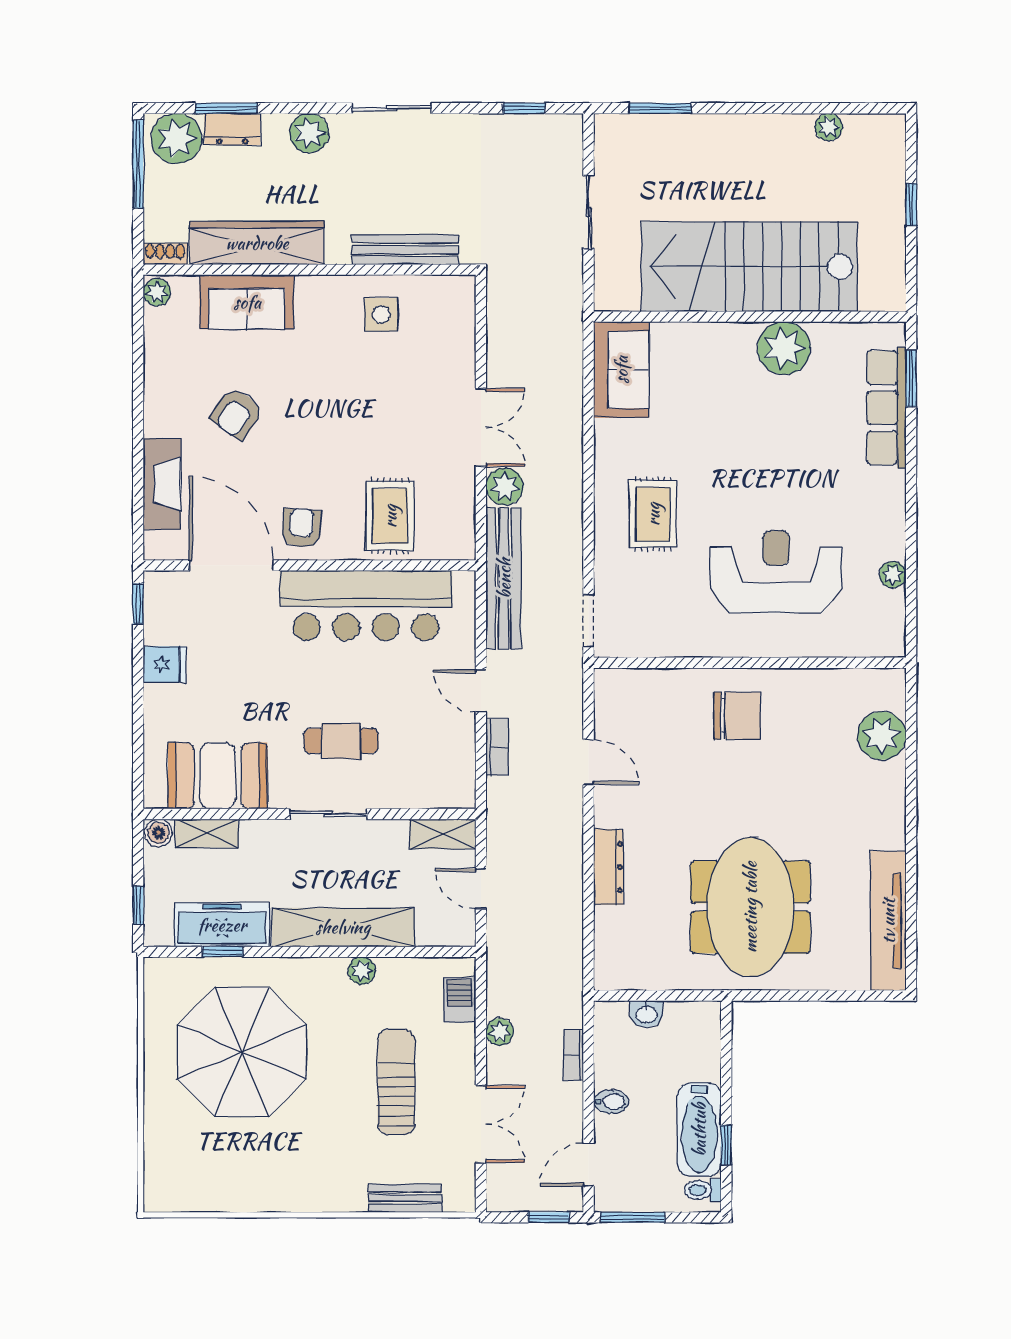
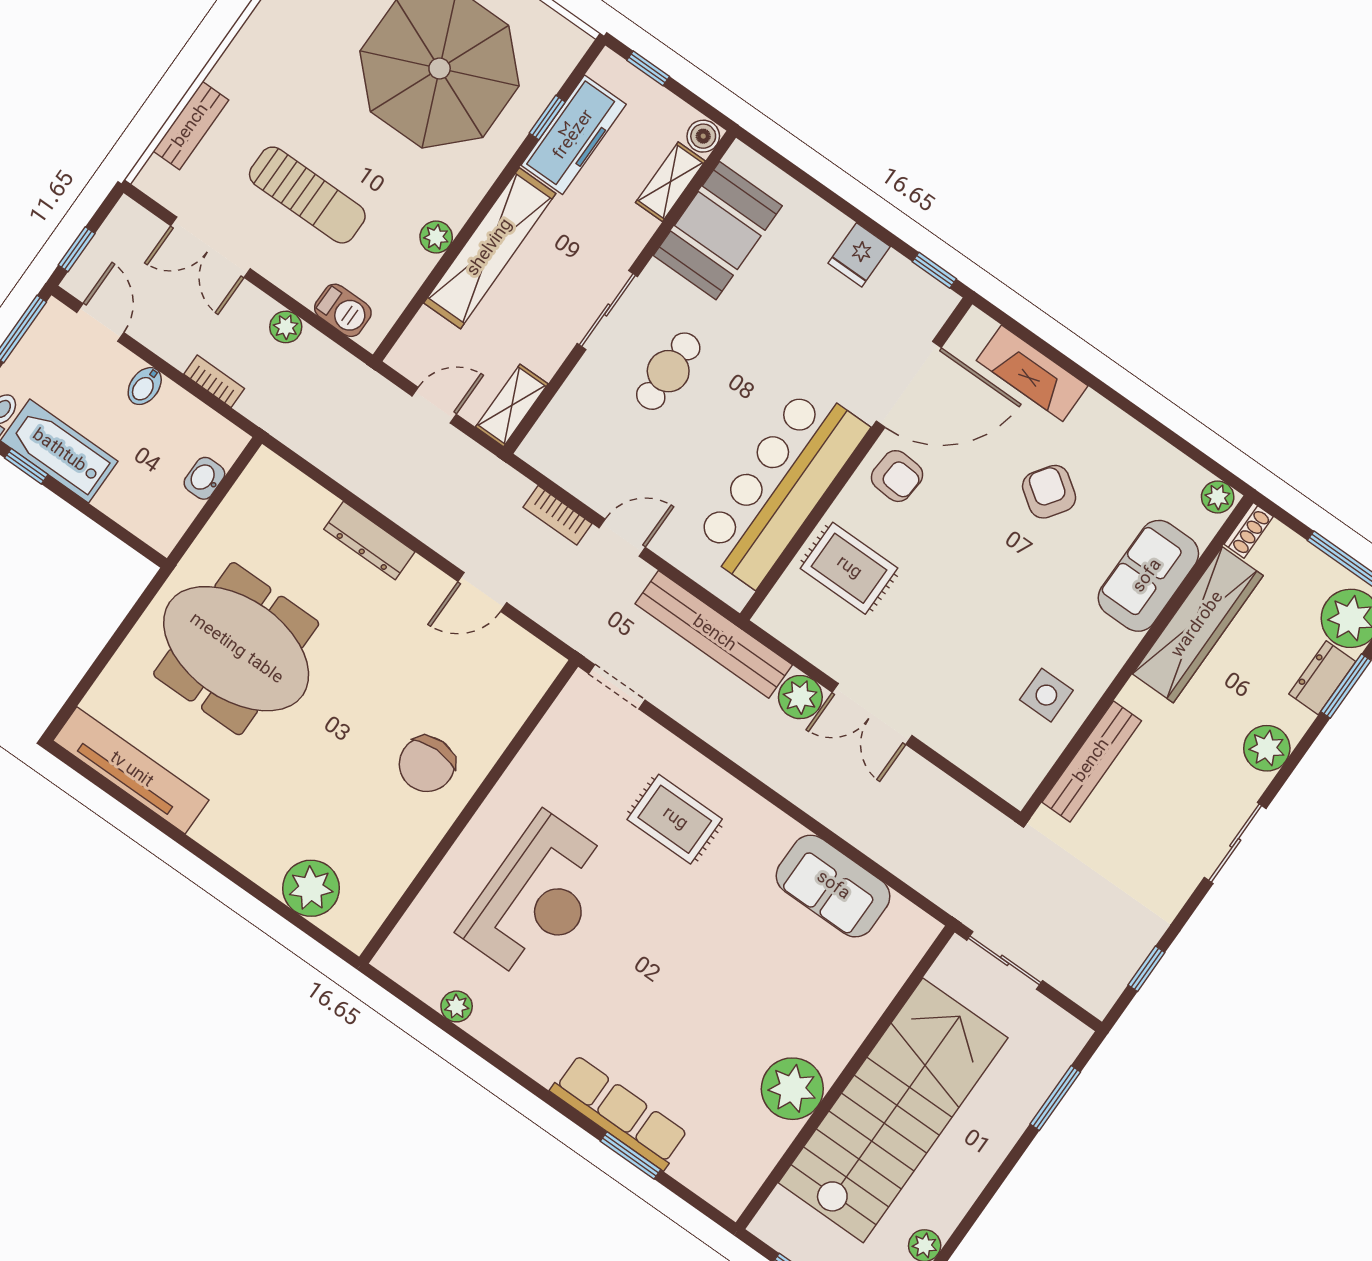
stairs: (749, 267) -> (893, 1110), moved
wall: (750, 317) -> (845, 1077), moved
plant: (784, 348) -> (792, 1089), moved

